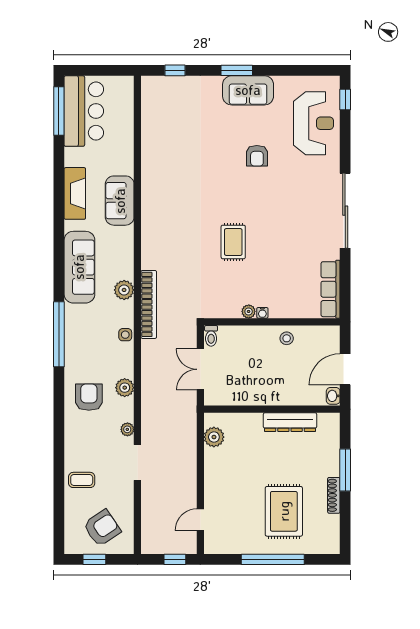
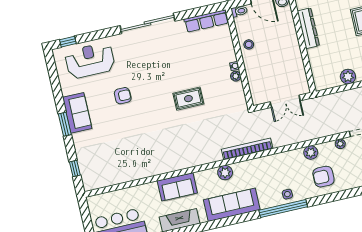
plant: (124, 290) -> (225, 173), moved
side table: (125, 335) -> (287, 194), moved
toilet: (211, 336) -> (239, 11), moved
plant: (214, 437) -> (348, 77), moved

